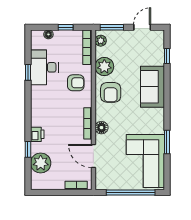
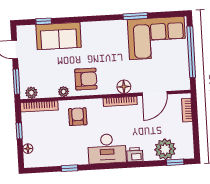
desk: (44, 67) -> (107, 149), moved
plant: (104, 67) -> (64, 92), width x0.53, depth x0.53
sofa: (152, 87) -> (59, 36), moved
window: (28, 149) -> (175, 162), moved

